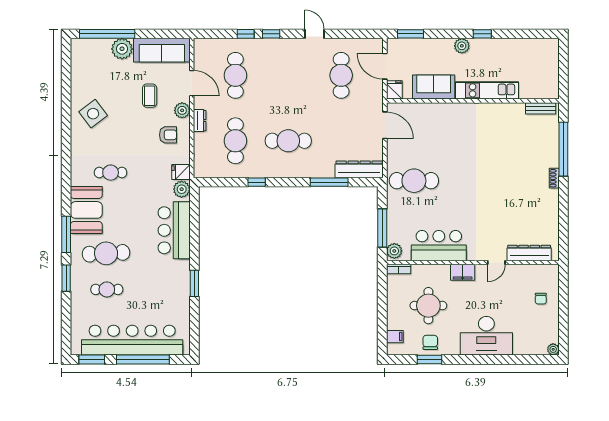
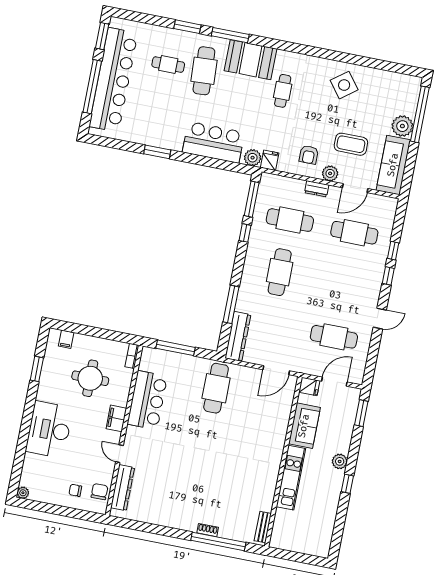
coffee table: (150, 96) -> (351, 144), width x1.36, depth x1.30
shoe rack: (554, 178) -> (208, 530), moved
window: (222, 182) -> (252, 199), added
plant: (394, 251) -> (151, 355), removed
cafe table: (107, 289) -> (168, 65), turned 90
chair: (430, 342) -> (99, 492), moved, turned -90

